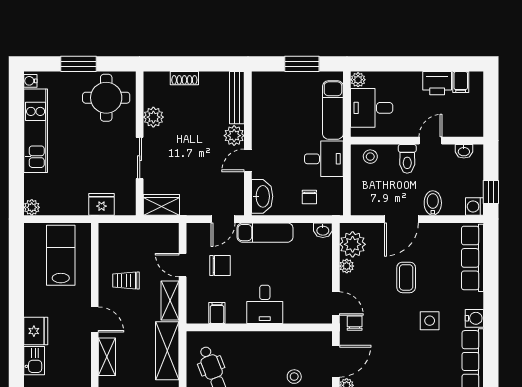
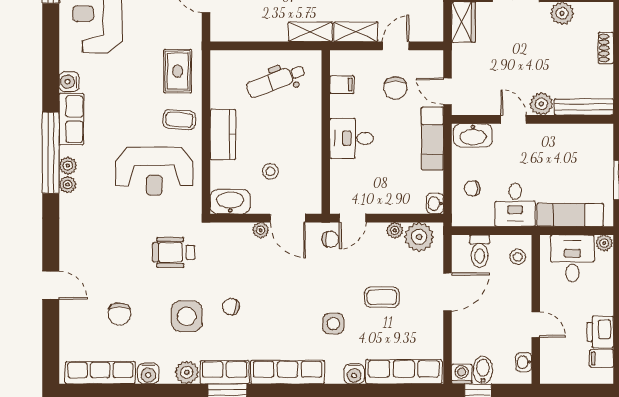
toilet: (407, 159) -> (480, 251), moved, turned -90
bidet: (433, 203) -> (483, 370), moved, turned -90
door: (401, 219) -> (448, 292), swing flipped
water cooler: (474, 318) -> (354, 374), moved
shelving: (167, 351) -> (310, 32), width x0.67, depth x0.75

